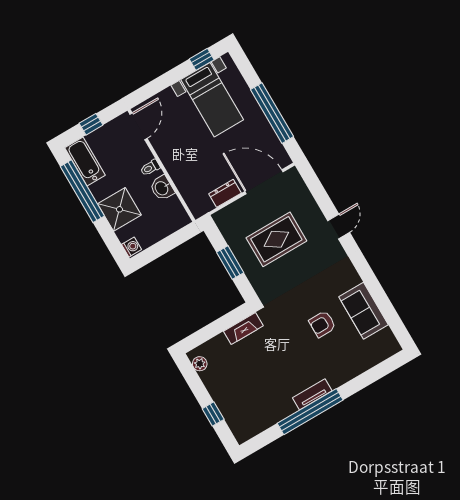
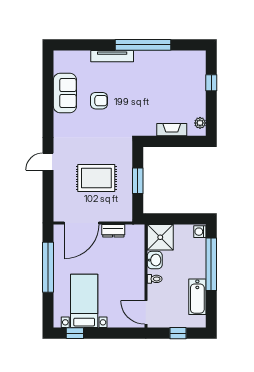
door: (138, 126) -> (146, 312), hinge flipped
bathtub: (85, 161) -> (197, 297), moved
door: (264, 182) -> (81, 223), hinge flipped
window: (82, 191) -> (211, 264), moved
shower: (119, 209) -> (160, 237), moved
fireplace: (243, 329) -> (172, 130), moved
tv unit: (312, 394) -> (112, 56), moved, width x1.41

